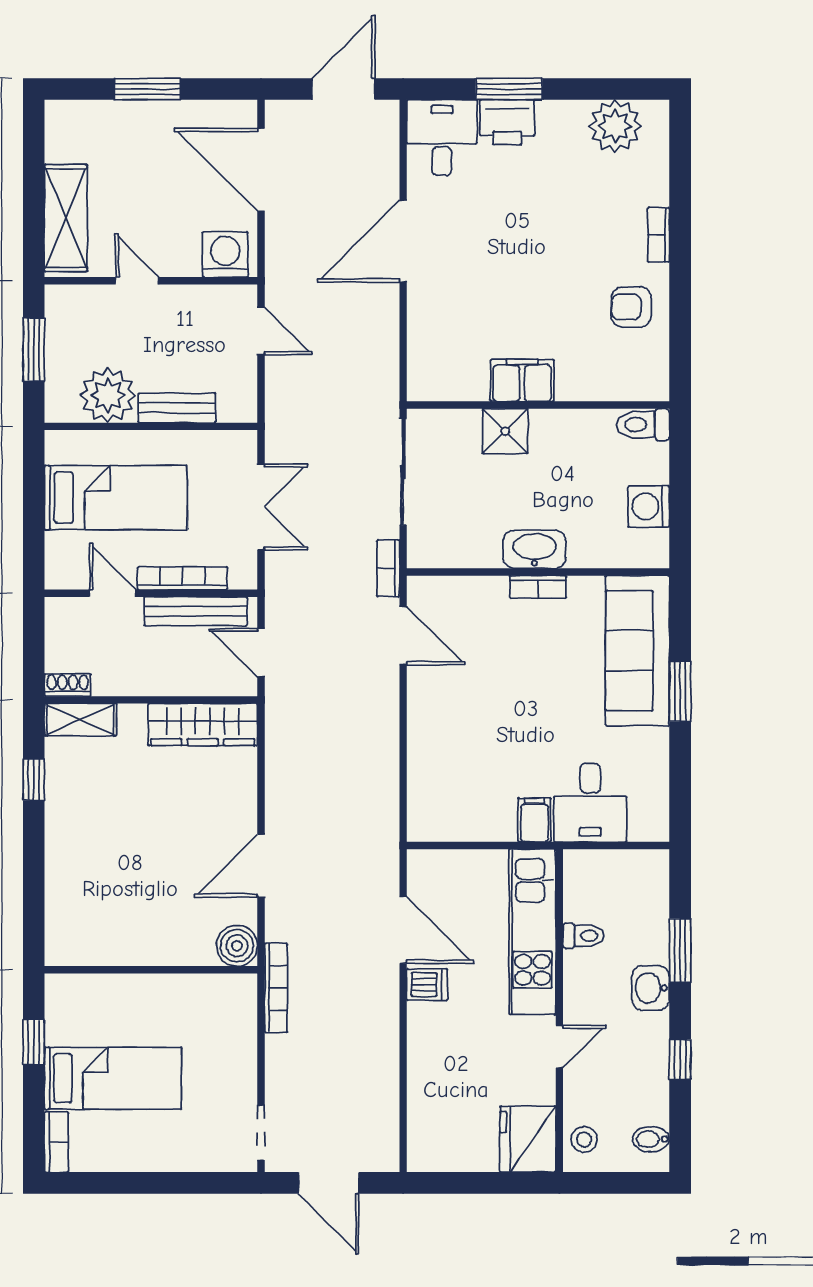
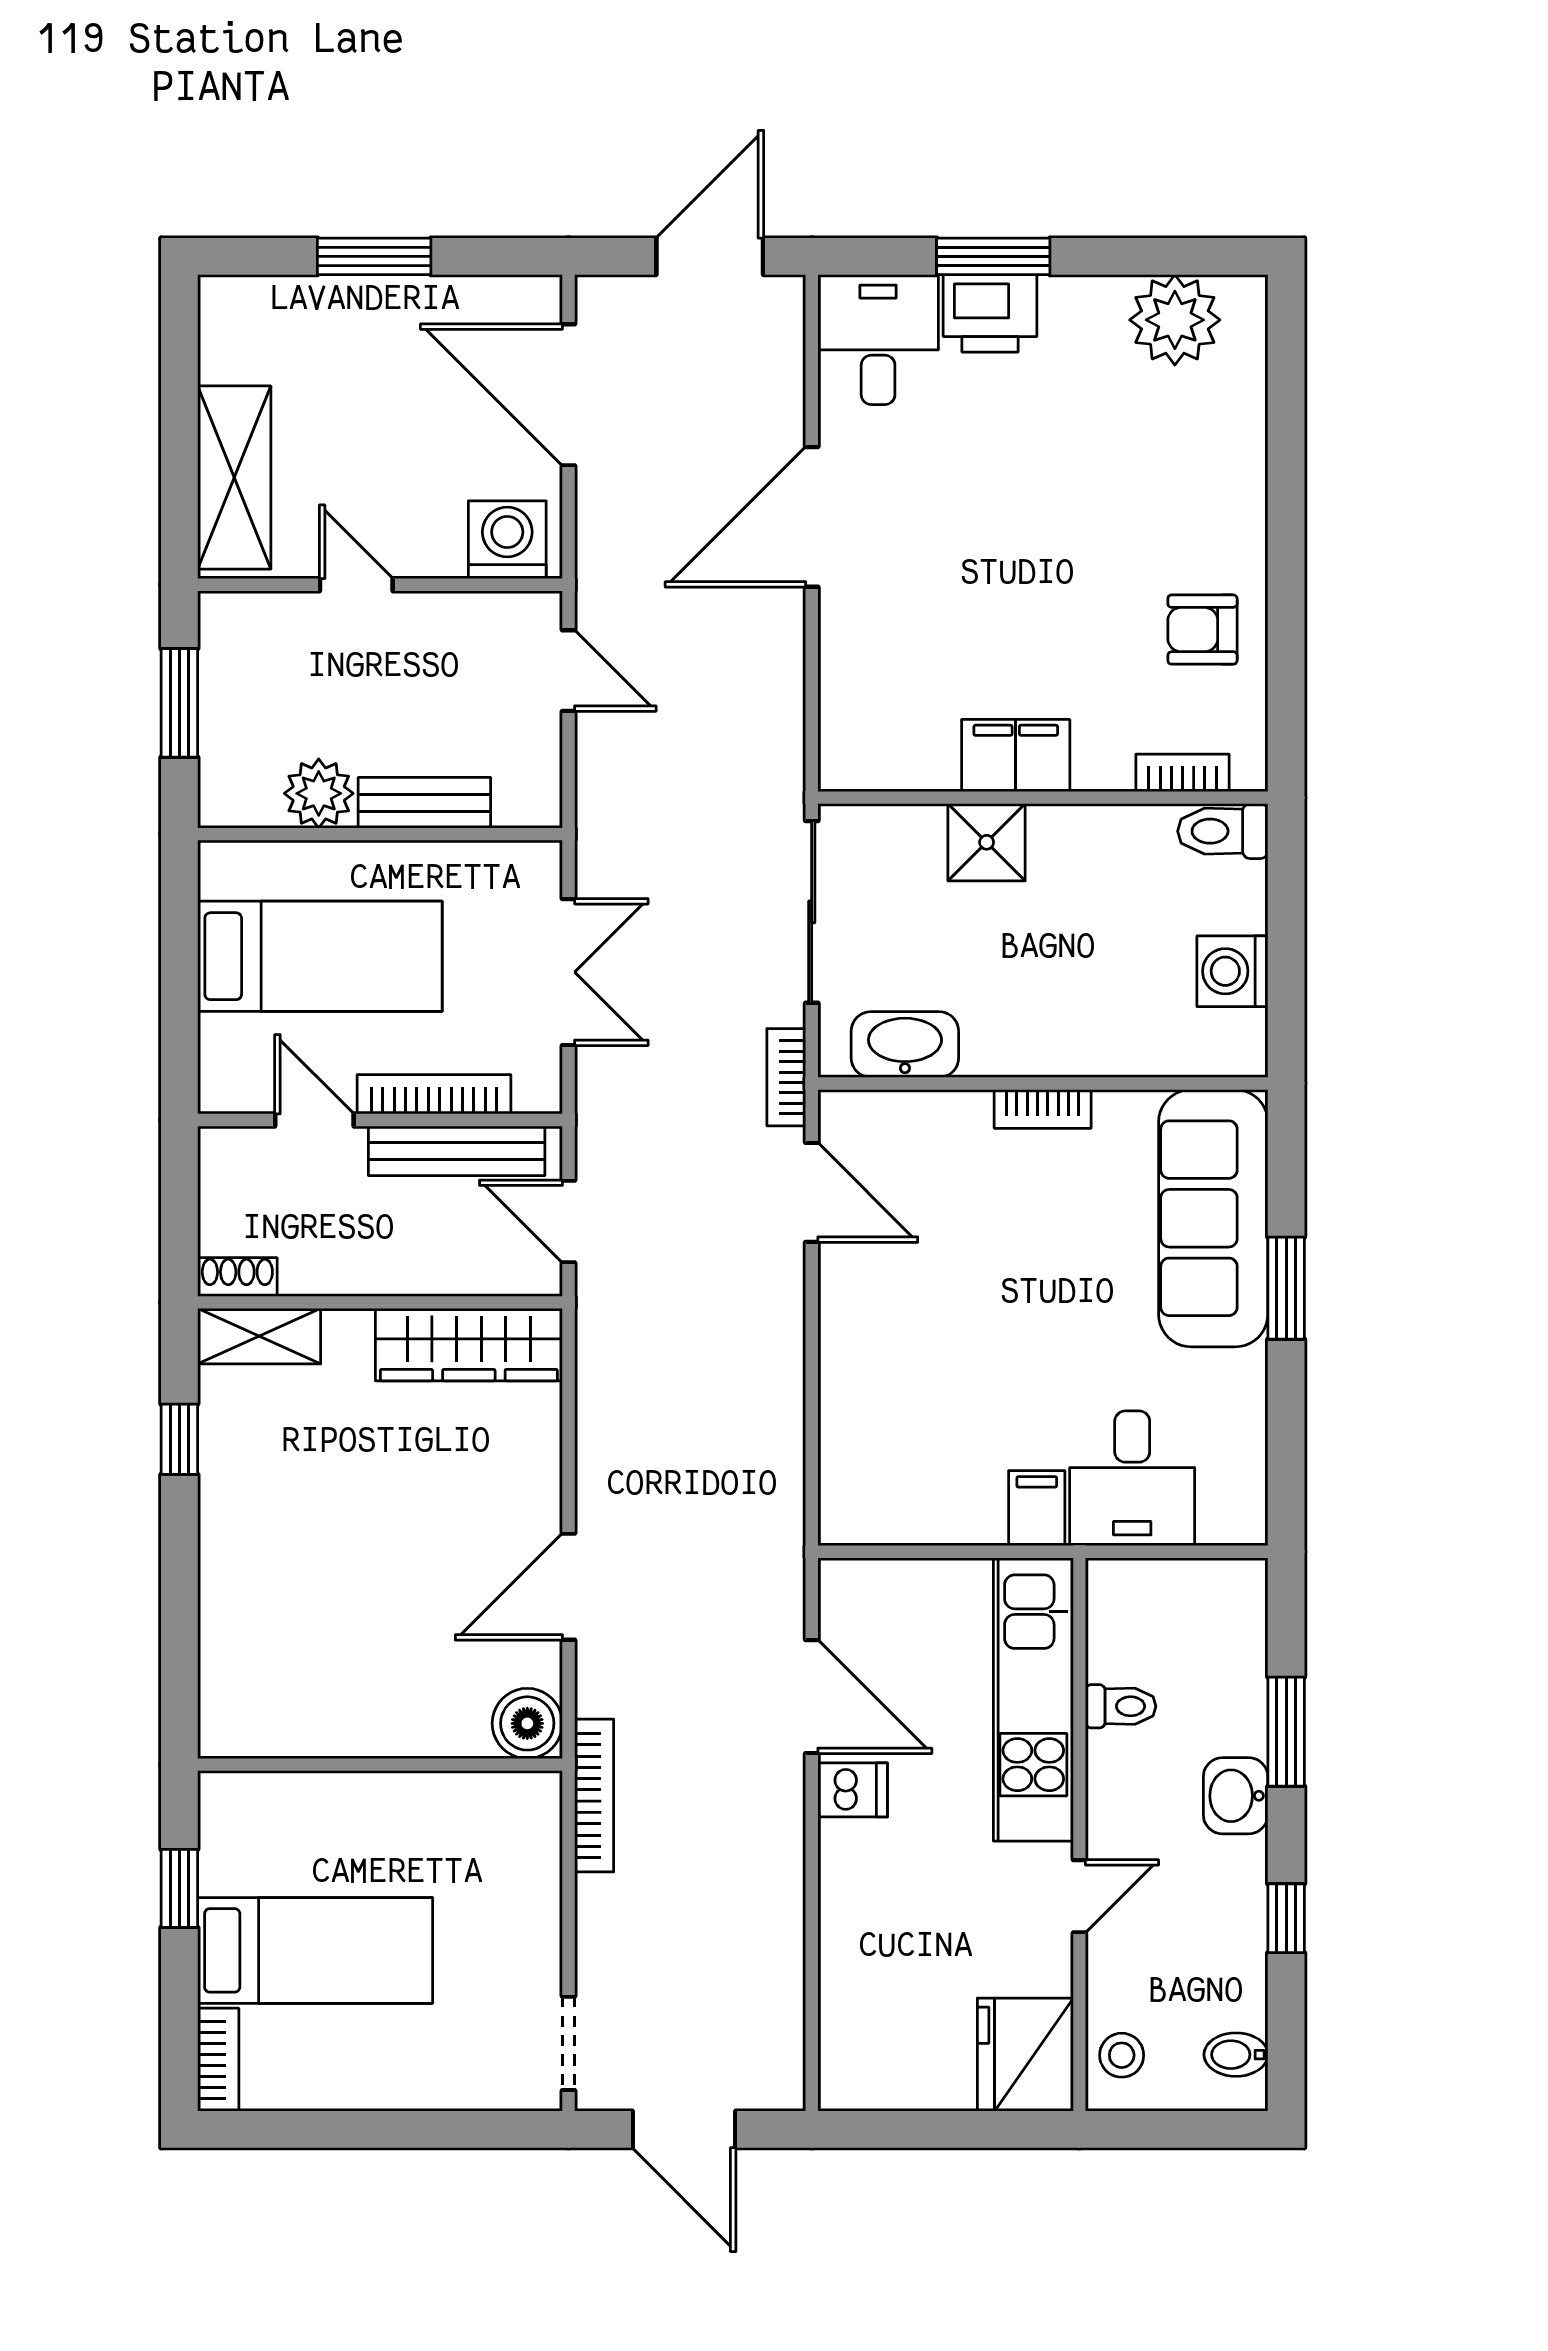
bookcase: (659, 235) -> (1183, 773), moved, turned 90
plant: (108, 395) -> (319, 793), width x0.73, depth x0.73
washbasin: (534, 549) -> (905, 1045), moved

